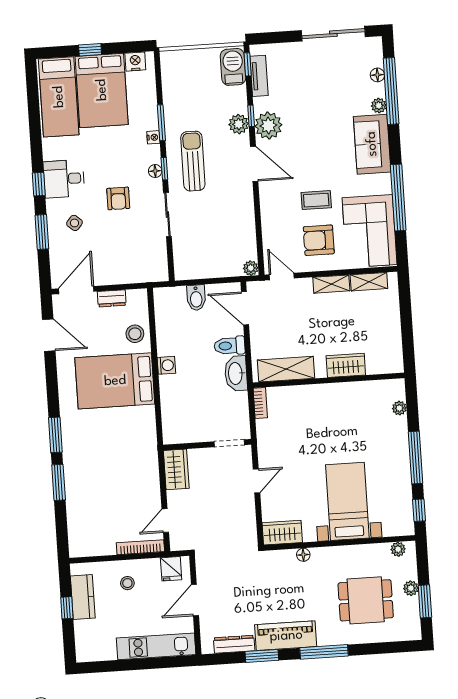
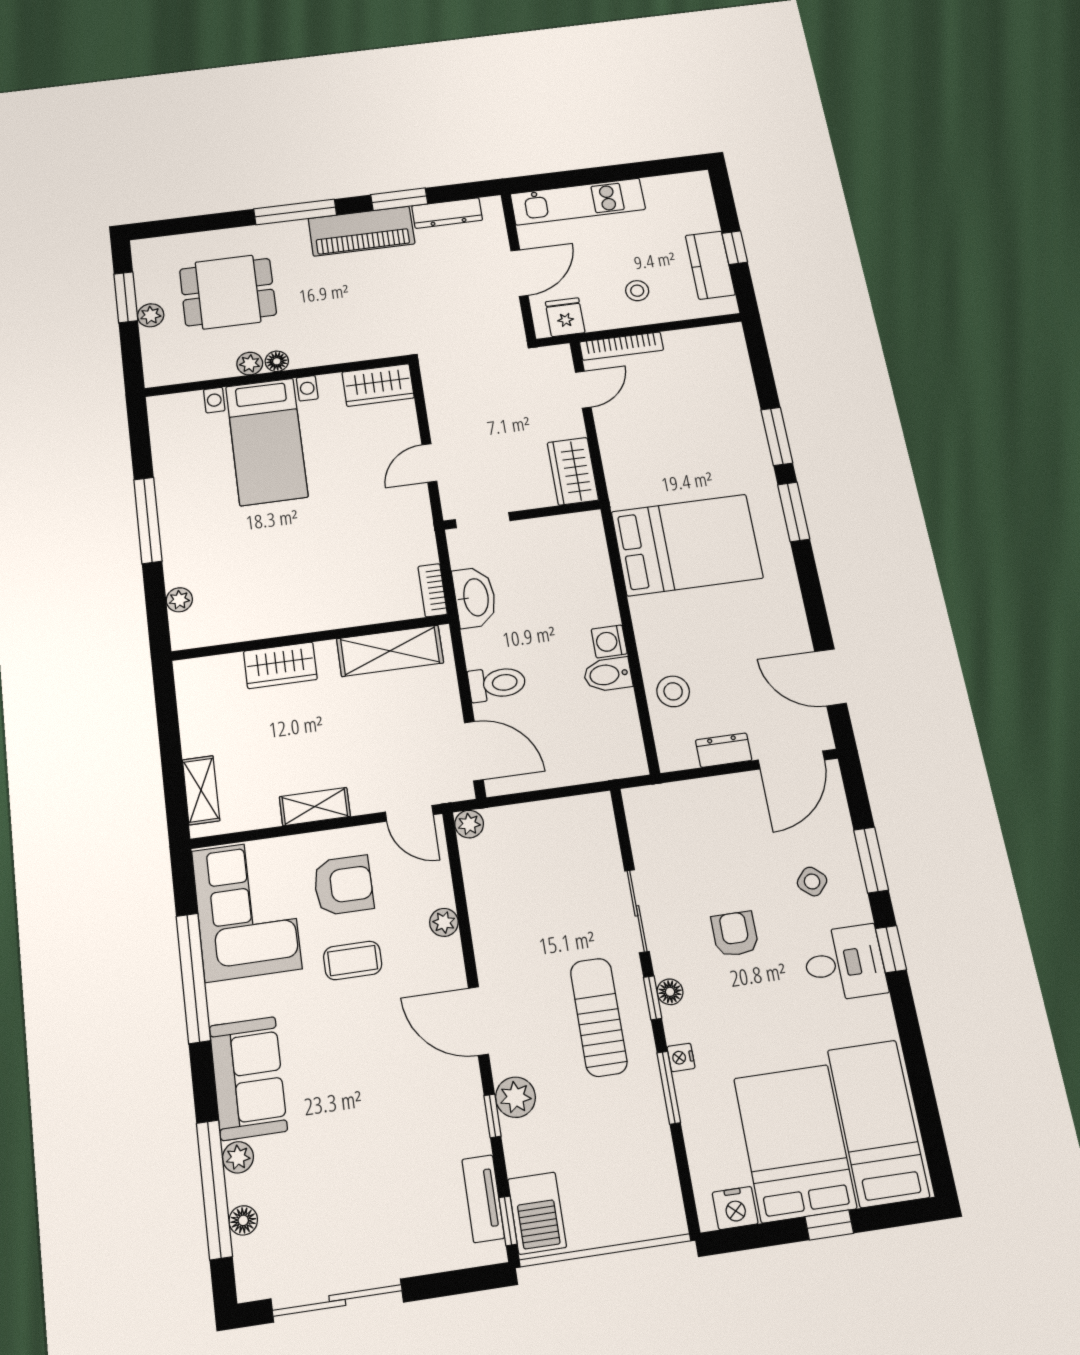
plant: (268, 126) -> (444, 922), moved, width x0.53, depth x0.53
sun lounger: (193, 161) -> (599, 1017), turned 180
shelving: (369, 282) -> (201, 790), moved, turned 90
bidet: (196, 298) -> (608, 674), moved, turned -90
washbasin: (236, 373) -> (475, 597), moved
bed: (115, 381) -> (687, 545), moved
window: (419, 510) -> (140, 436), removed
plant: (398, 549) -> (250, 364), moved
floor lamp: (303, 555) -> (277, 361), moved

